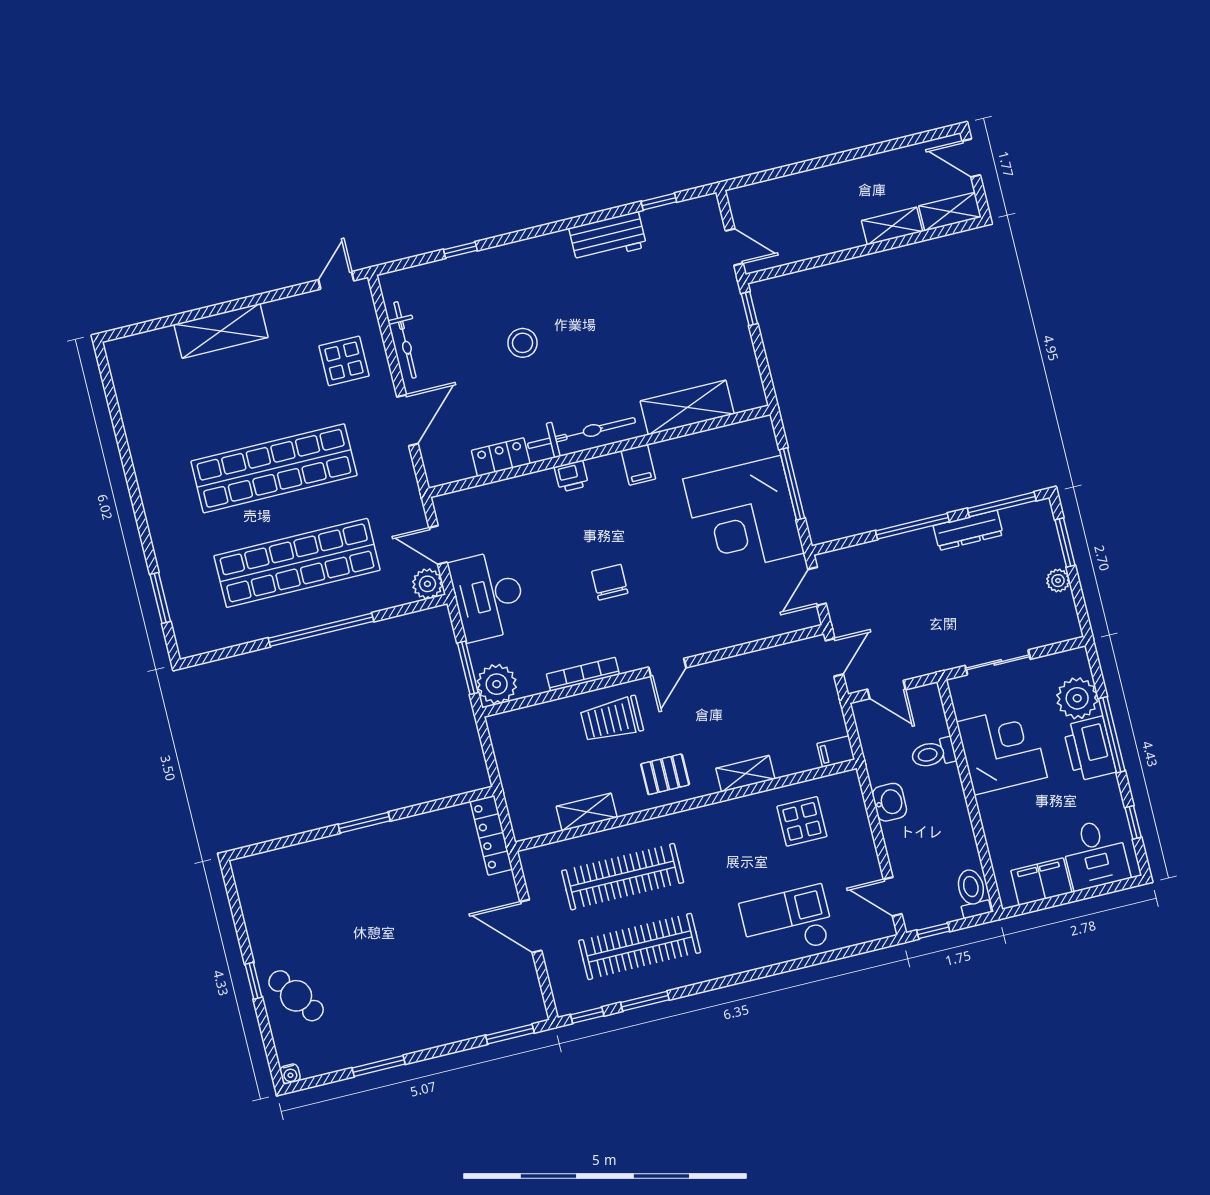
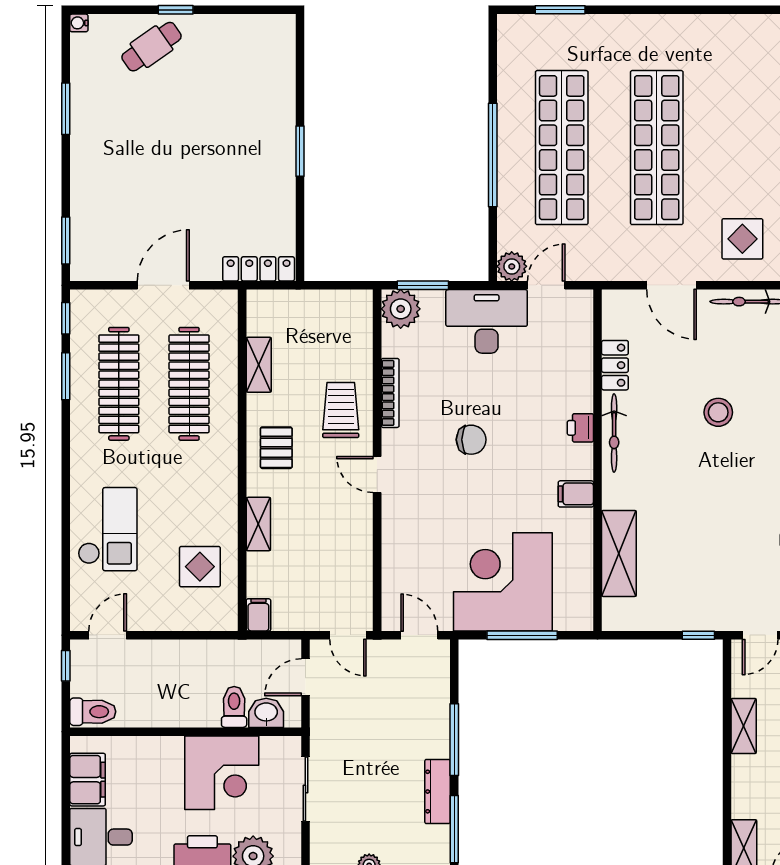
shelving: (892, 226) -> (744, 726), moved
bicycle: (582, 433) -> (614, 433), width x0.73, depth x0.71
washbasin: (889, 802) -> (266, 713), moved, turned 180

